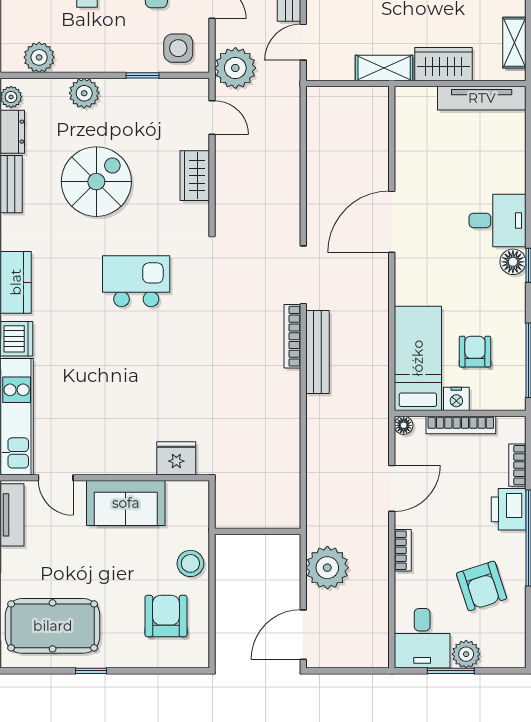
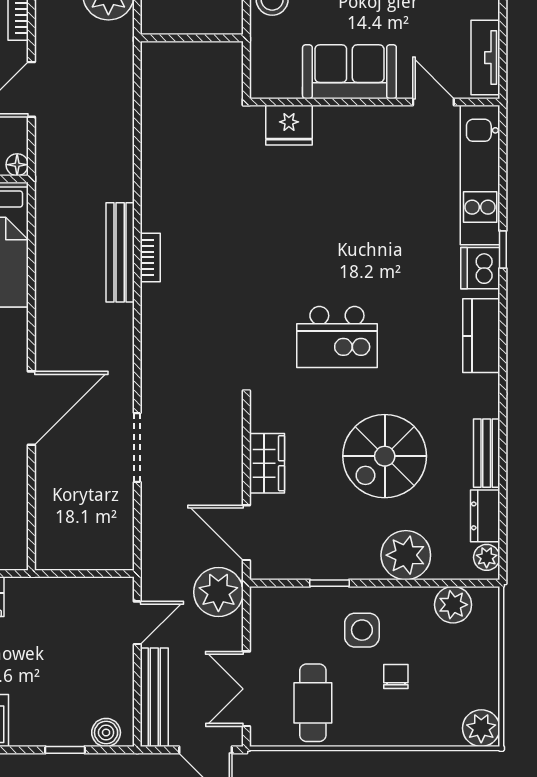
side table: (178, 48) -> (362, 630), moved
shelving: (384, 68) -> (41, 592), removed
plant: (84, 93) -> (406, 555), width x1.36, depth x1.36
door: (212, 117) -> (246, 533), width x1.38
doorway: (303, 275) -> (137, 447), moved
bookcase: (292, 336) -> (150, 257), width x0.64

